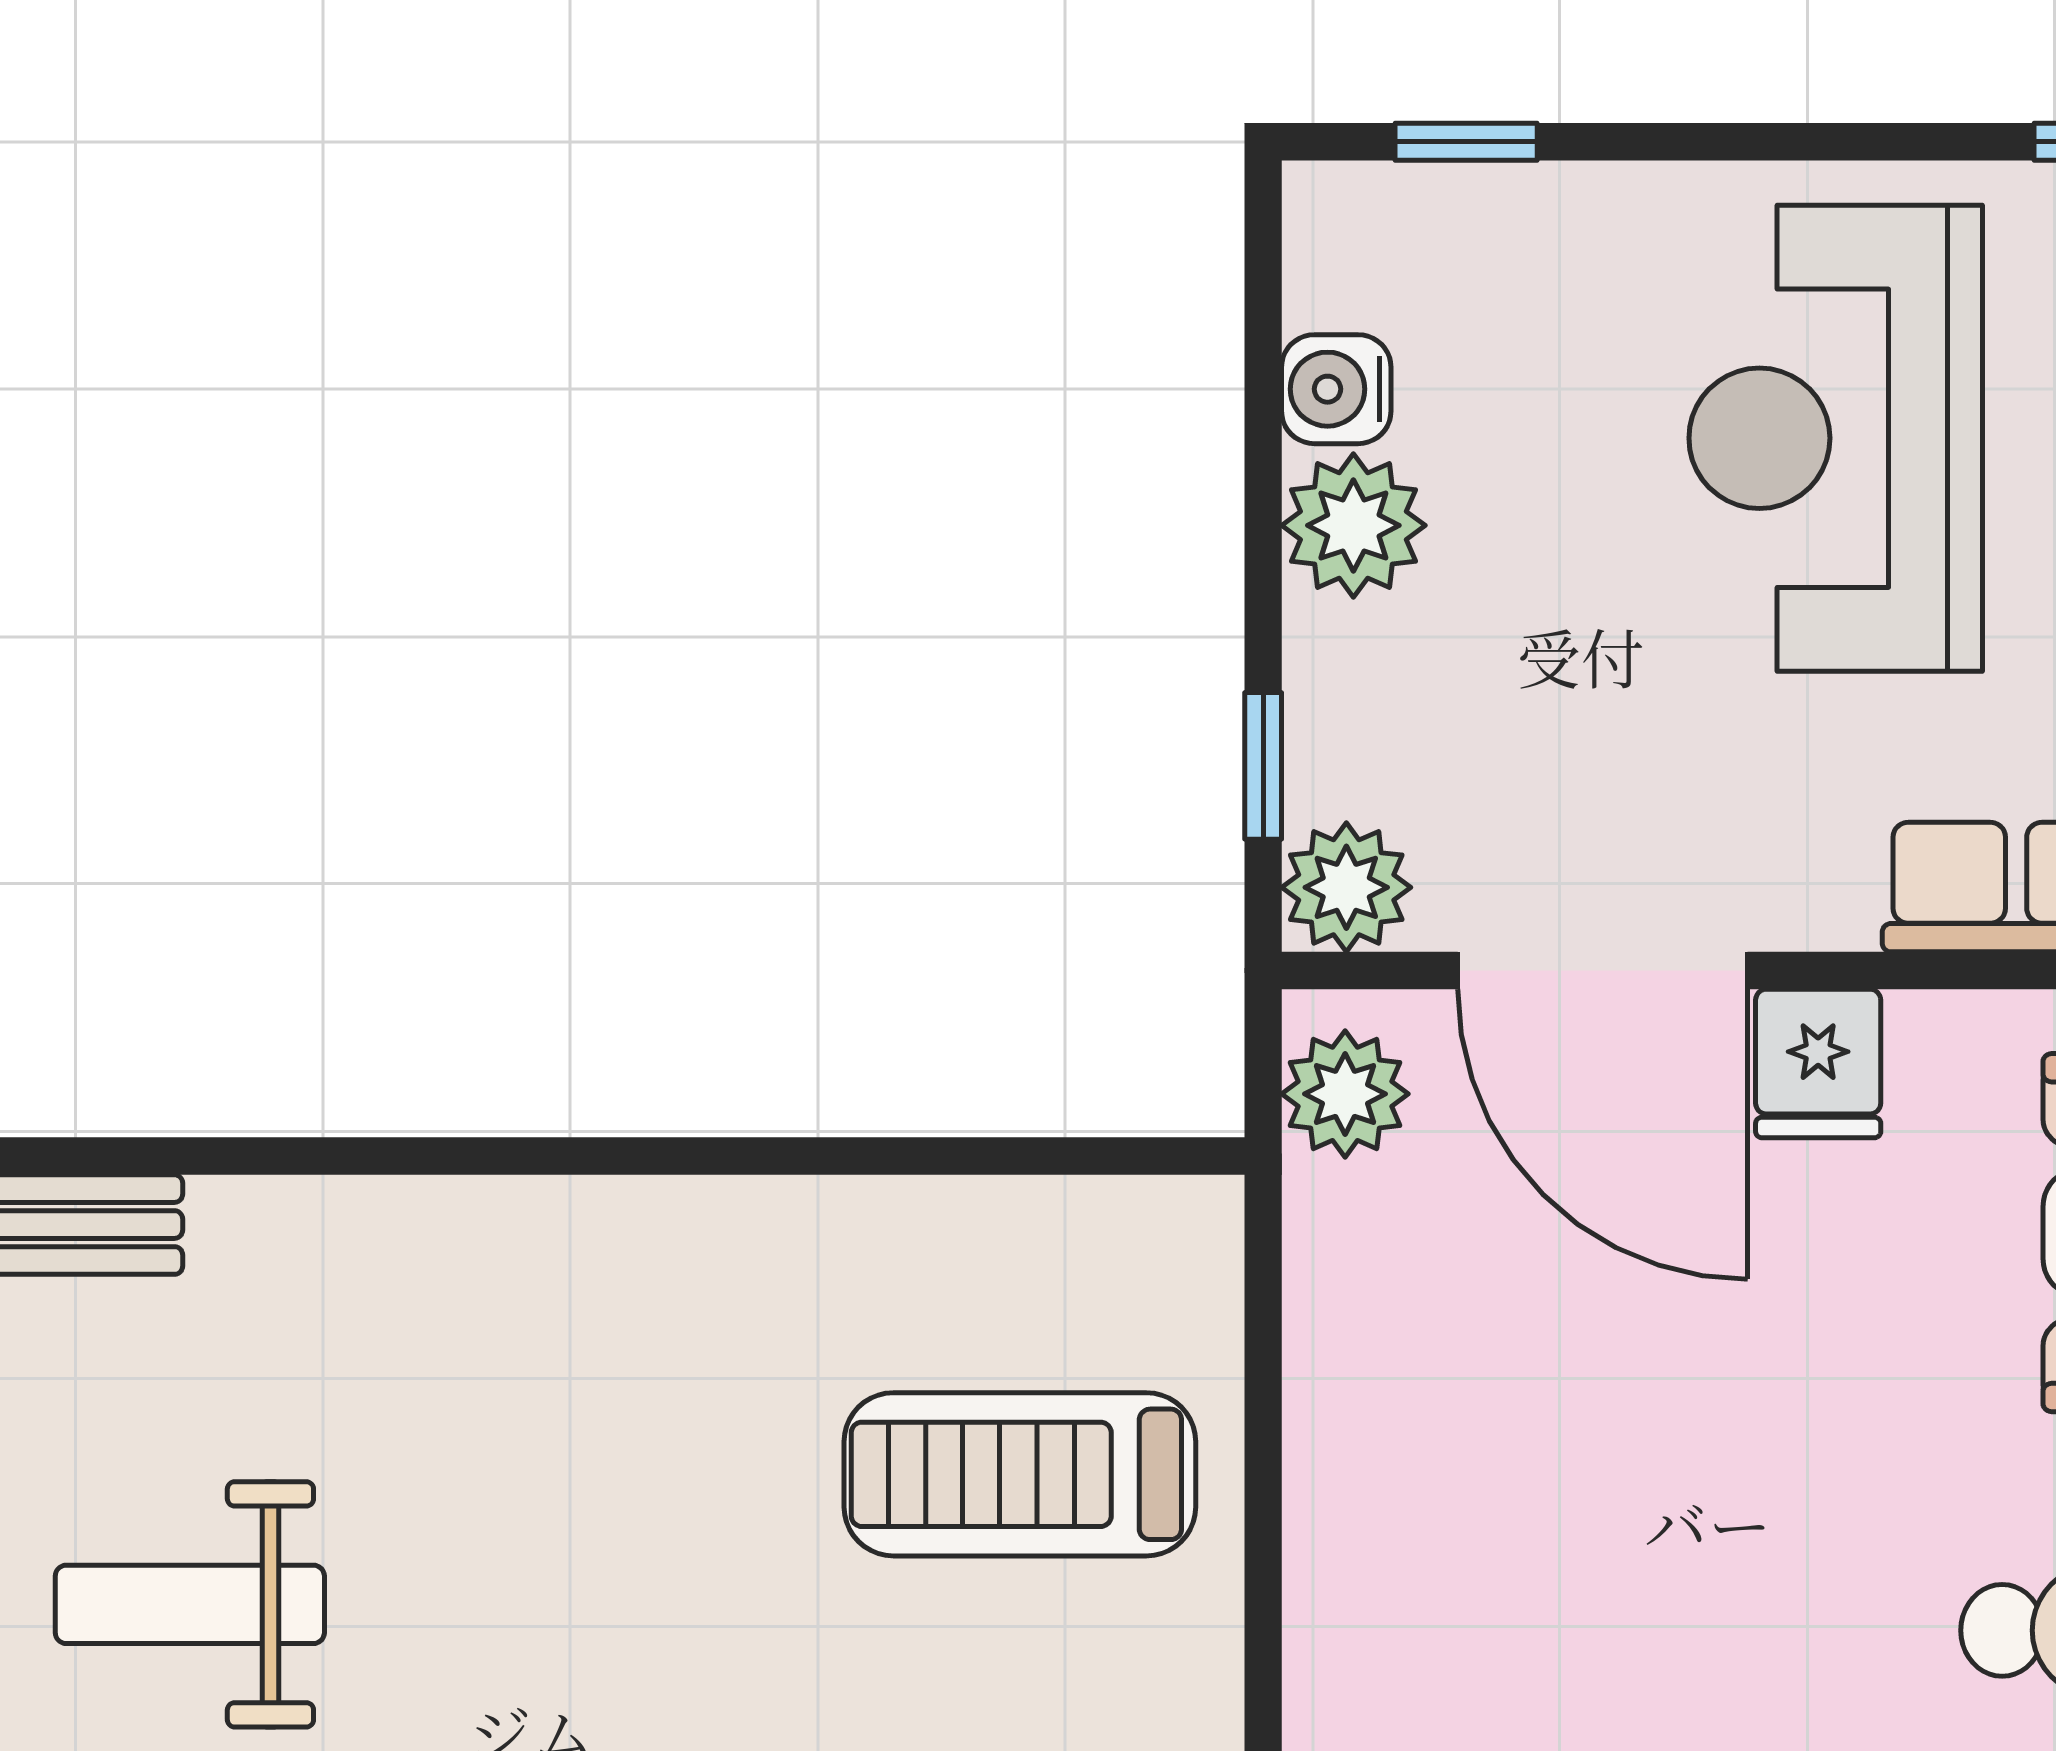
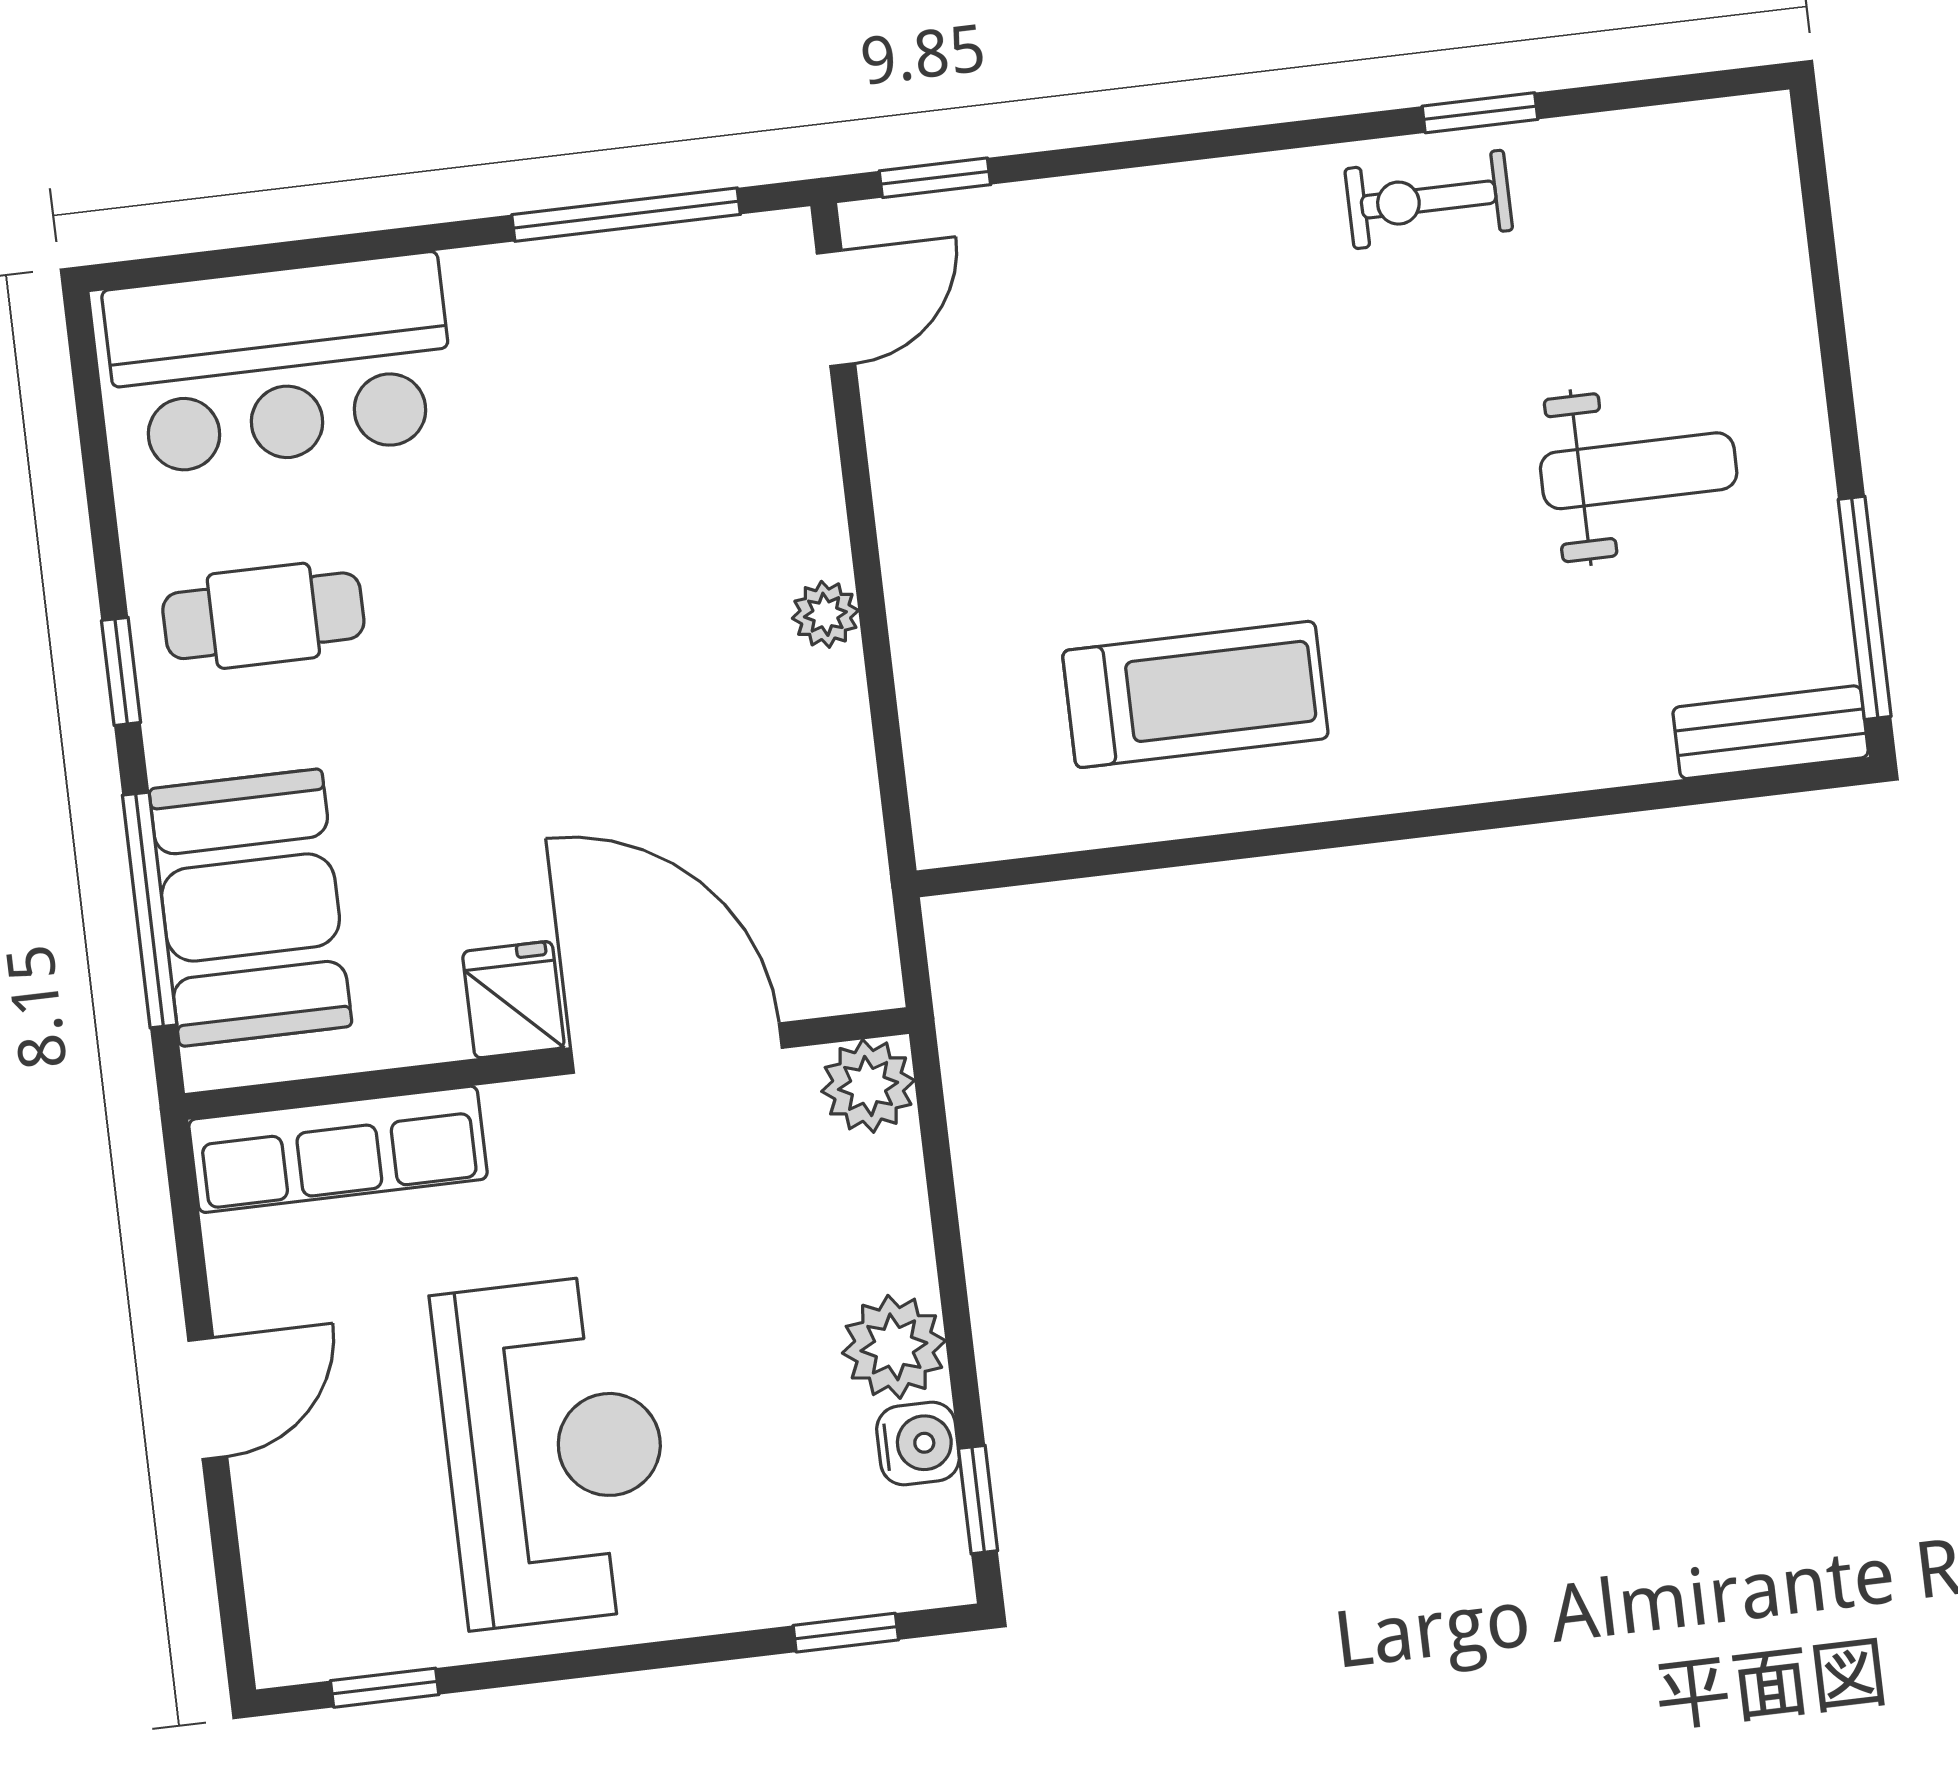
window: (1263, 766) -> (978, 1500), moved
plant: (1345, 1094) -> (825, 614), moved, width x0.73, depth x0.73
treadmill: (1020, 1474) -> (1195, 694), moved

